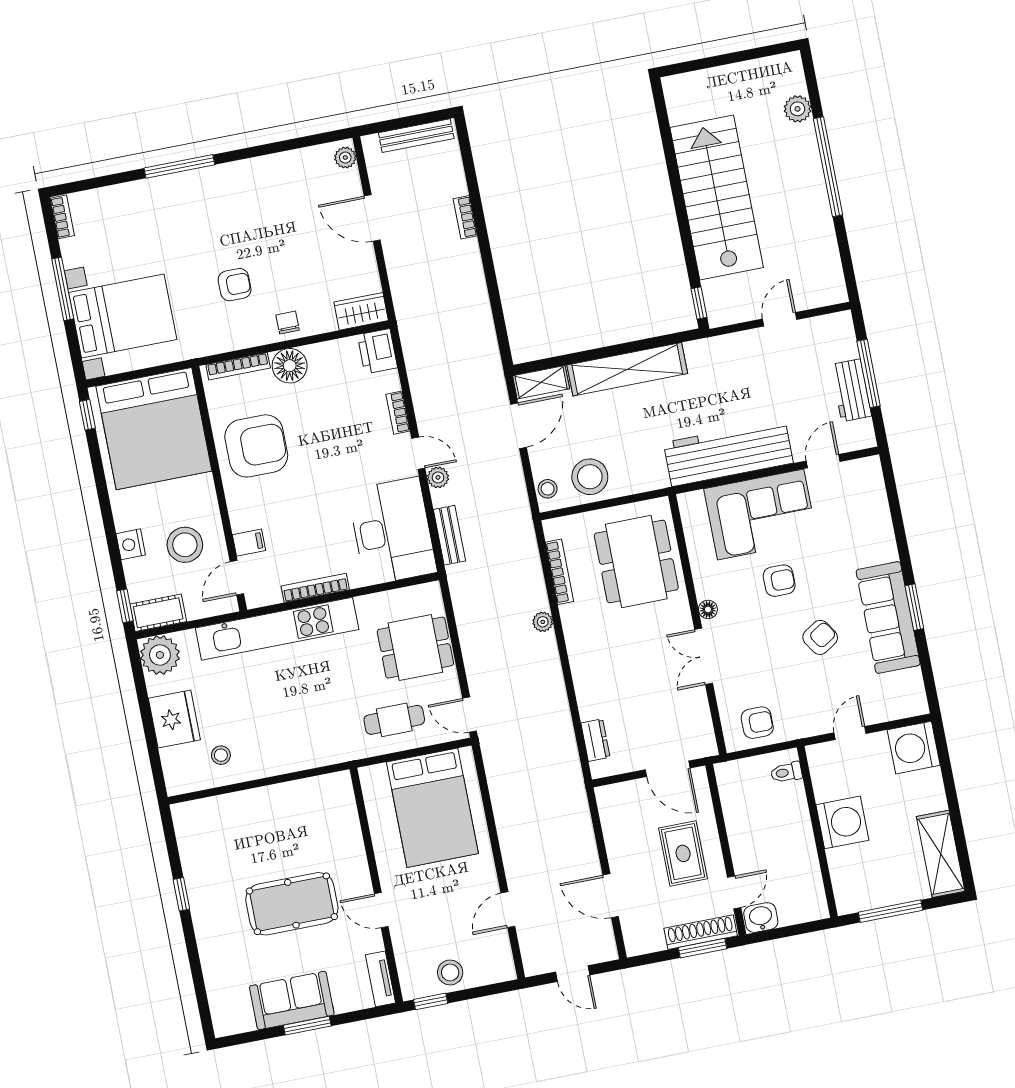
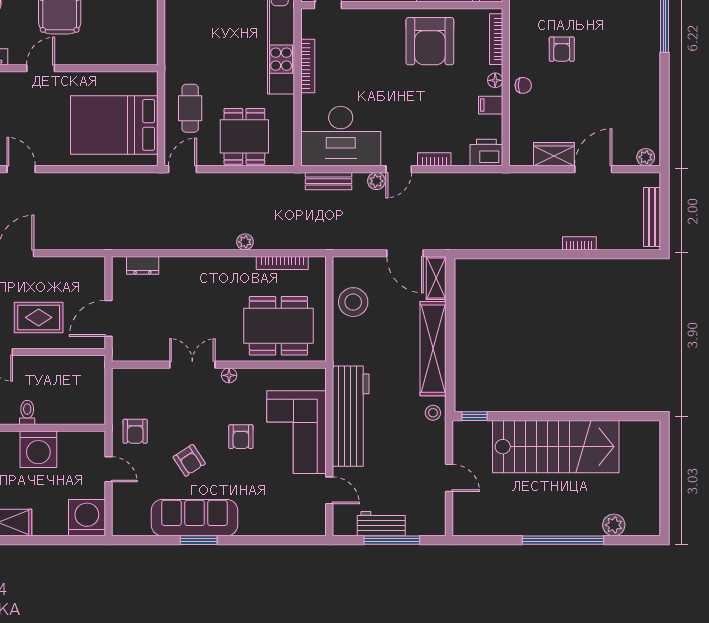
wardrobe: (361, 311) -> (554, 154), moved, turned -90
floor lamp: (290, 366) -> (495, 80), width x0.53, depth x0.53
stool: (548, 489) -> (433, 413), moved
filing cabinet: (249, 543) -> (491, 105), moved, turned 90
armchair: (757, 723) -> (135, 431), moved
toilet: (786, 772) -> (27, 412), moved

